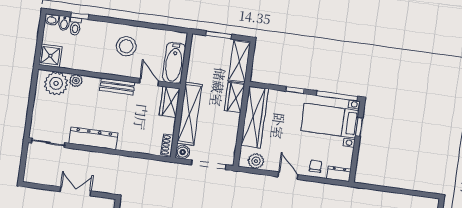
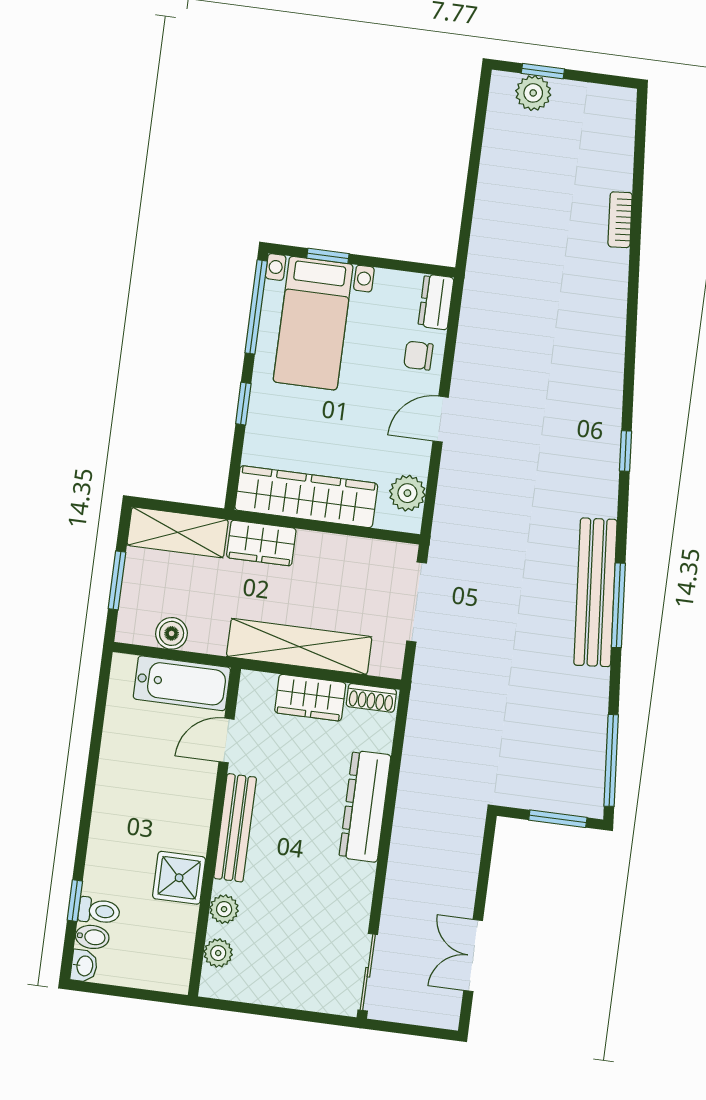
stool: (126, 46) -> (144, 793), removed
shower: (50, 56) -> (179, 878), moved
plant: (56, 83) -> (218, 953), width x0.53, depth x0.53
bench: (117, 86) -> (235, 828), width x1.36
wardrobe: (170, 102) -> (310, 698), moved
dresser: (93, 138) -> (365, 806), moved
boiler: (183, 152) -> (172, 633), moved
double door: (75, 191) -> (473, 956), moved

